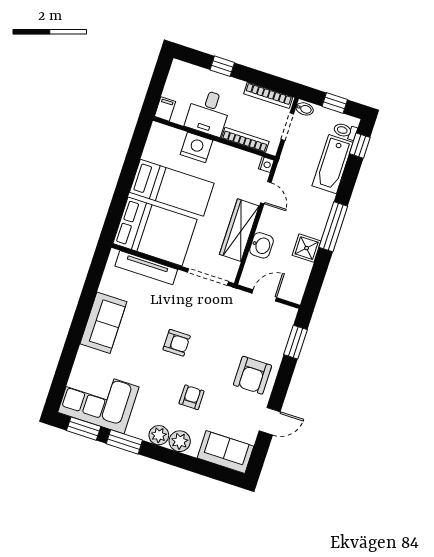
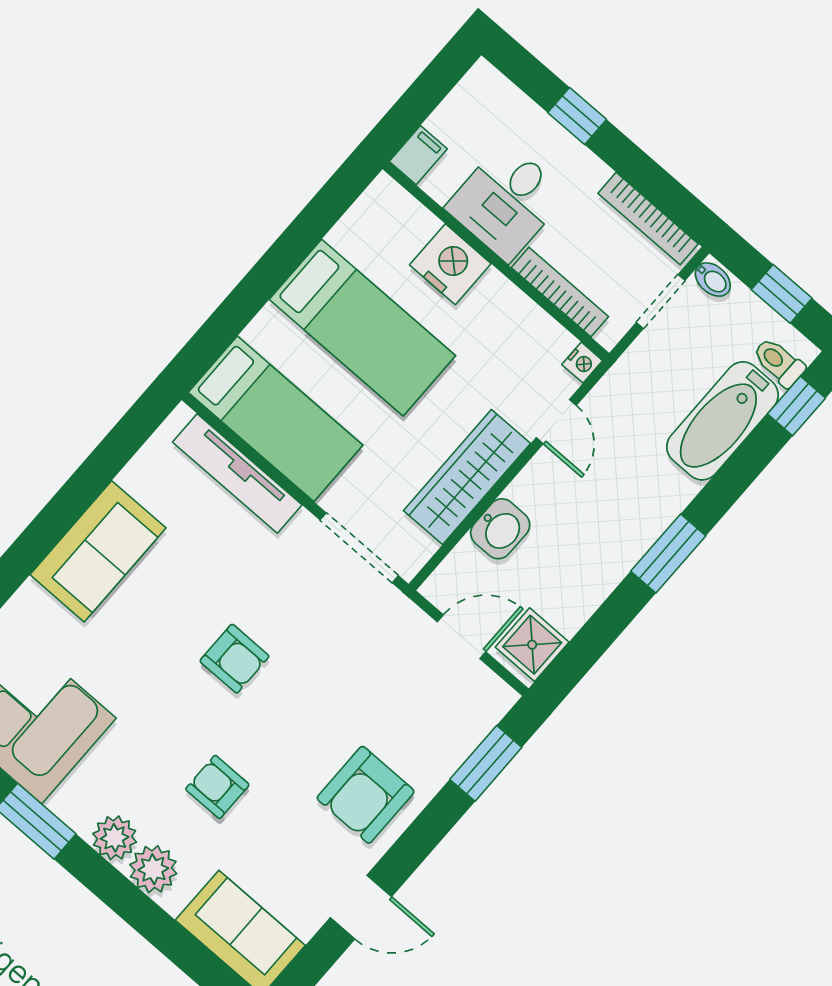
window: (333, 227) -> (668, 554), width x0.69
bed: (155, 231) -> (276, 419), width x0.67
shower: (307, 248) -> (532, 645), moved
armchair: (192, 397) -> (217, 787), turned -90

